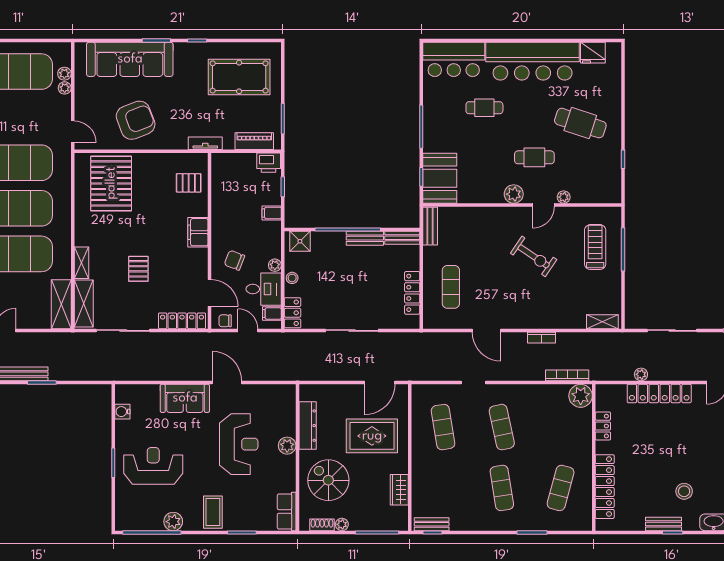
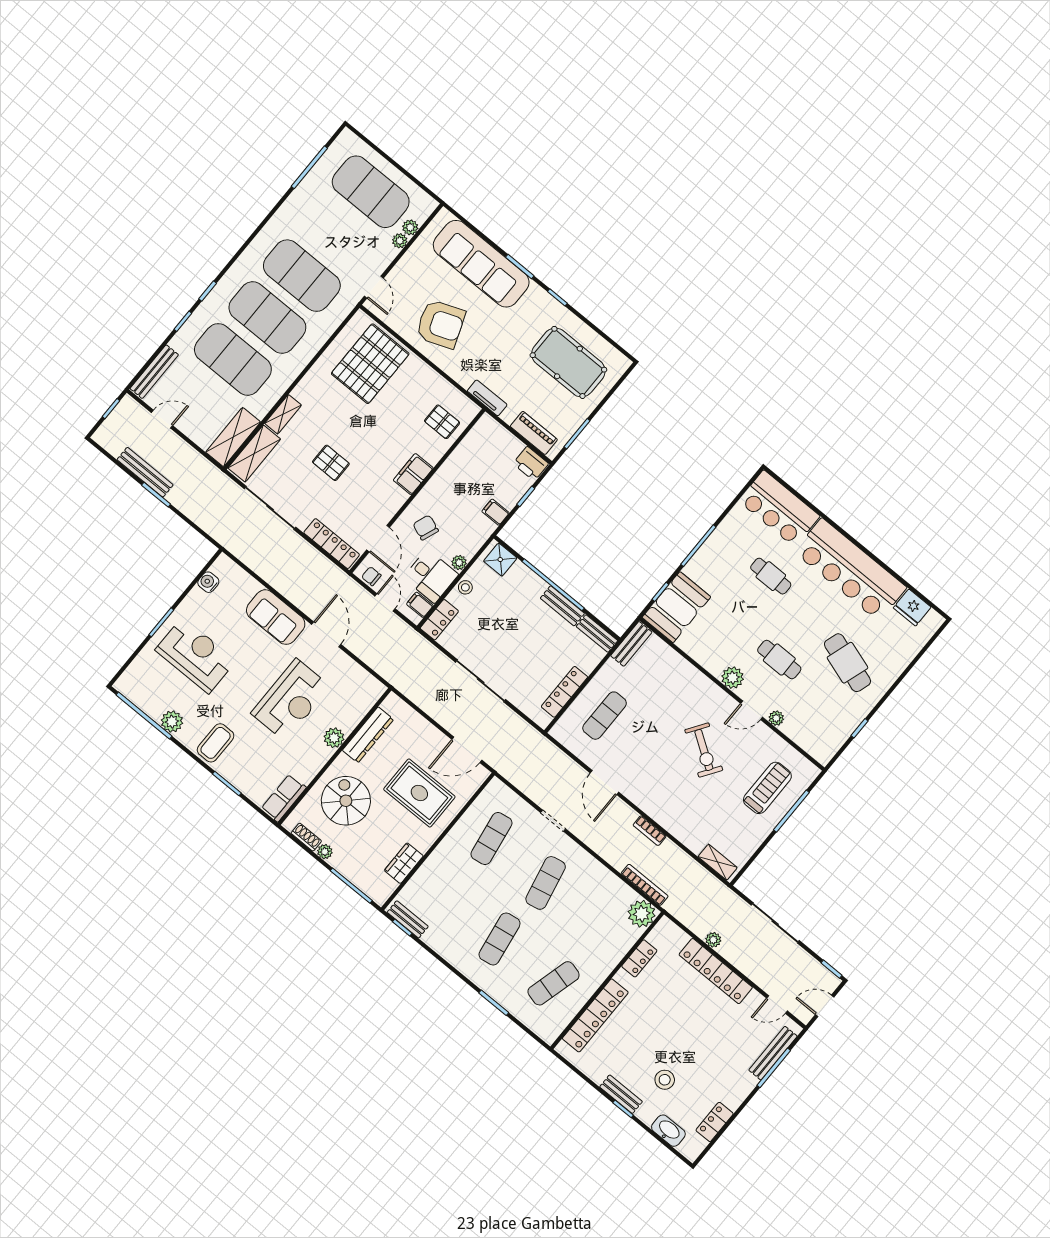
pallet: (138, 269) -> (331, 463), turned 90

